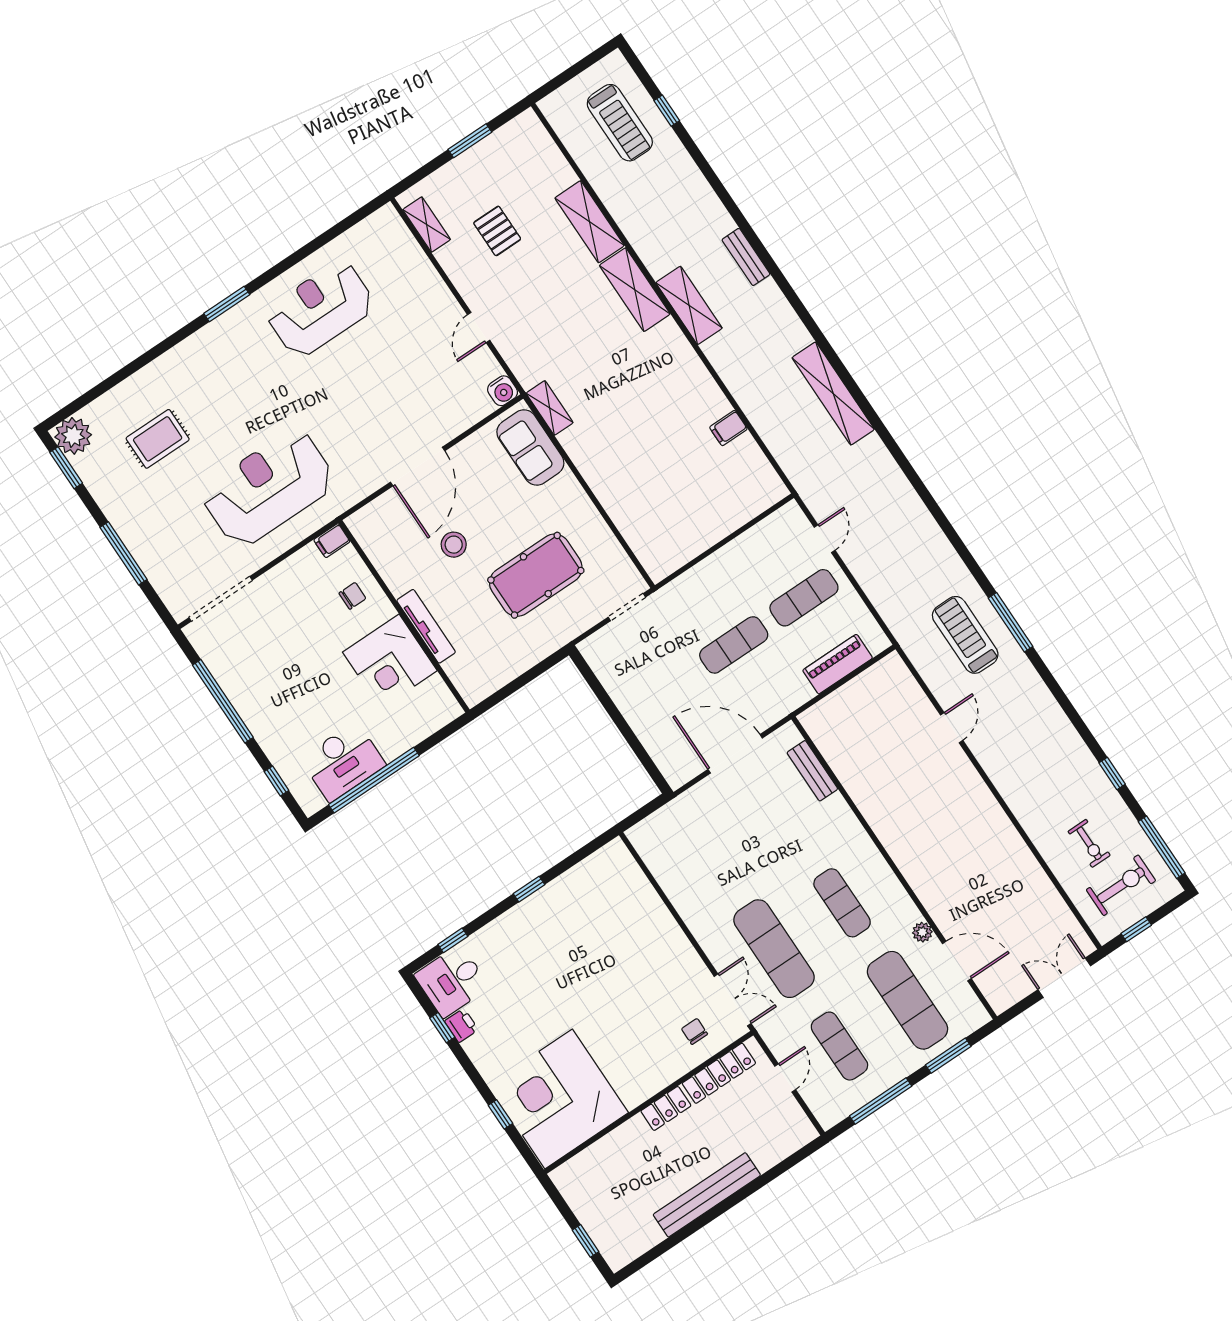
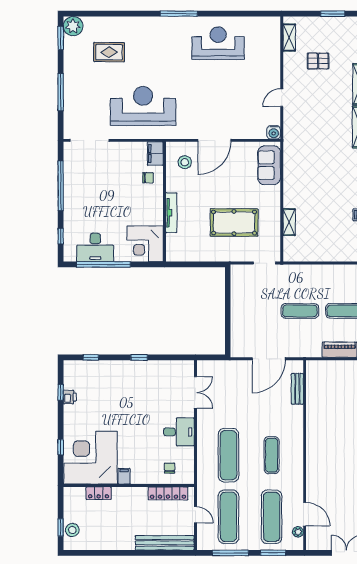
pallet: (497, 231) -> (318, 61), turned 90
window: (227, 304) -> (179, 14), width x1.44
shelving: (550, 408) -> (289, 222), moved
filing cabinet: (332, 541) -> (155, 154), width x2.00
stool: (454, 545) -> (185, 162), moved
corner desk: (390, 661) -> (145, 244), moved
door: (735, 754) -> (269, 359), swing flipped
plant: (922, 932) -> (298, 532), moved
desk: (452, 981) -> (179, 432), moved, turned 180
double door: (733, 1000) -> (195, 392), moved
exercise mat: (839, 1046) -> (228, 517), width x1.36, depth x1.45
door: (785, 1078) -> (195, 515), hinge flipped
filing cabinet: (631, 1093) -> (124, 476), added
locker: (666, 1108) -> (99, 493), moved
bench: (707, 1195) -> (165, 543), moved
stool: (607, 1233) -> (72, 530), added

